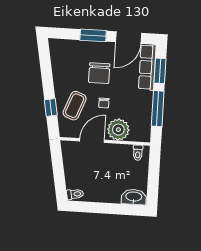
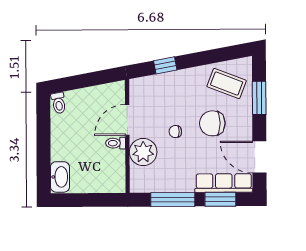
window: (93, 35) -> (259, 98), moved
coffee table: (75, 106) -> (227, 83), moved
door: (92, 141) -> (127, 120), swing flipped
toilet: (138, 153) -> (116, 143), moved

